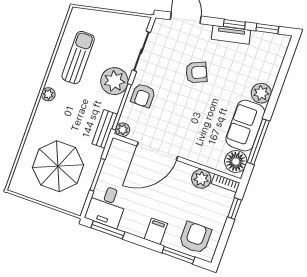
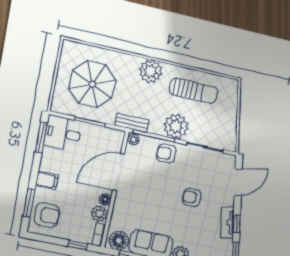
armchair: (196, 73) -> (192, 197), turned 114
plant: (48, 94) -> (151, 71), width x1.88, depth x1.88
door: (157, 151) -> (118, 172), hinge flipped
floor lamp: (186, 170) -> (105, 199), added

